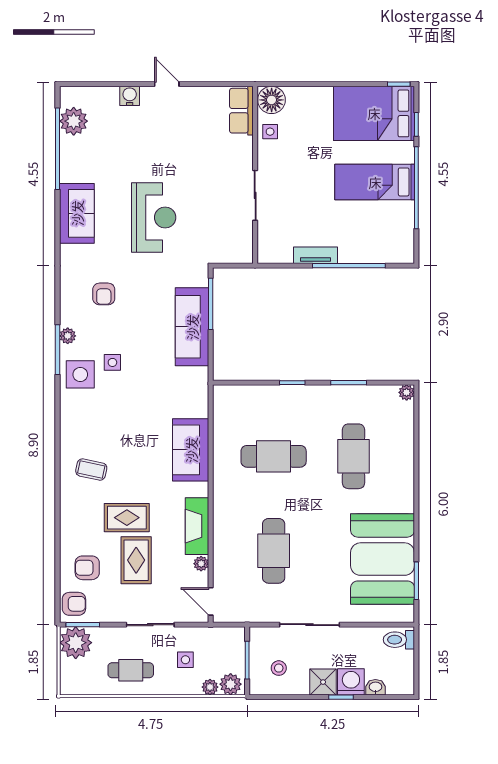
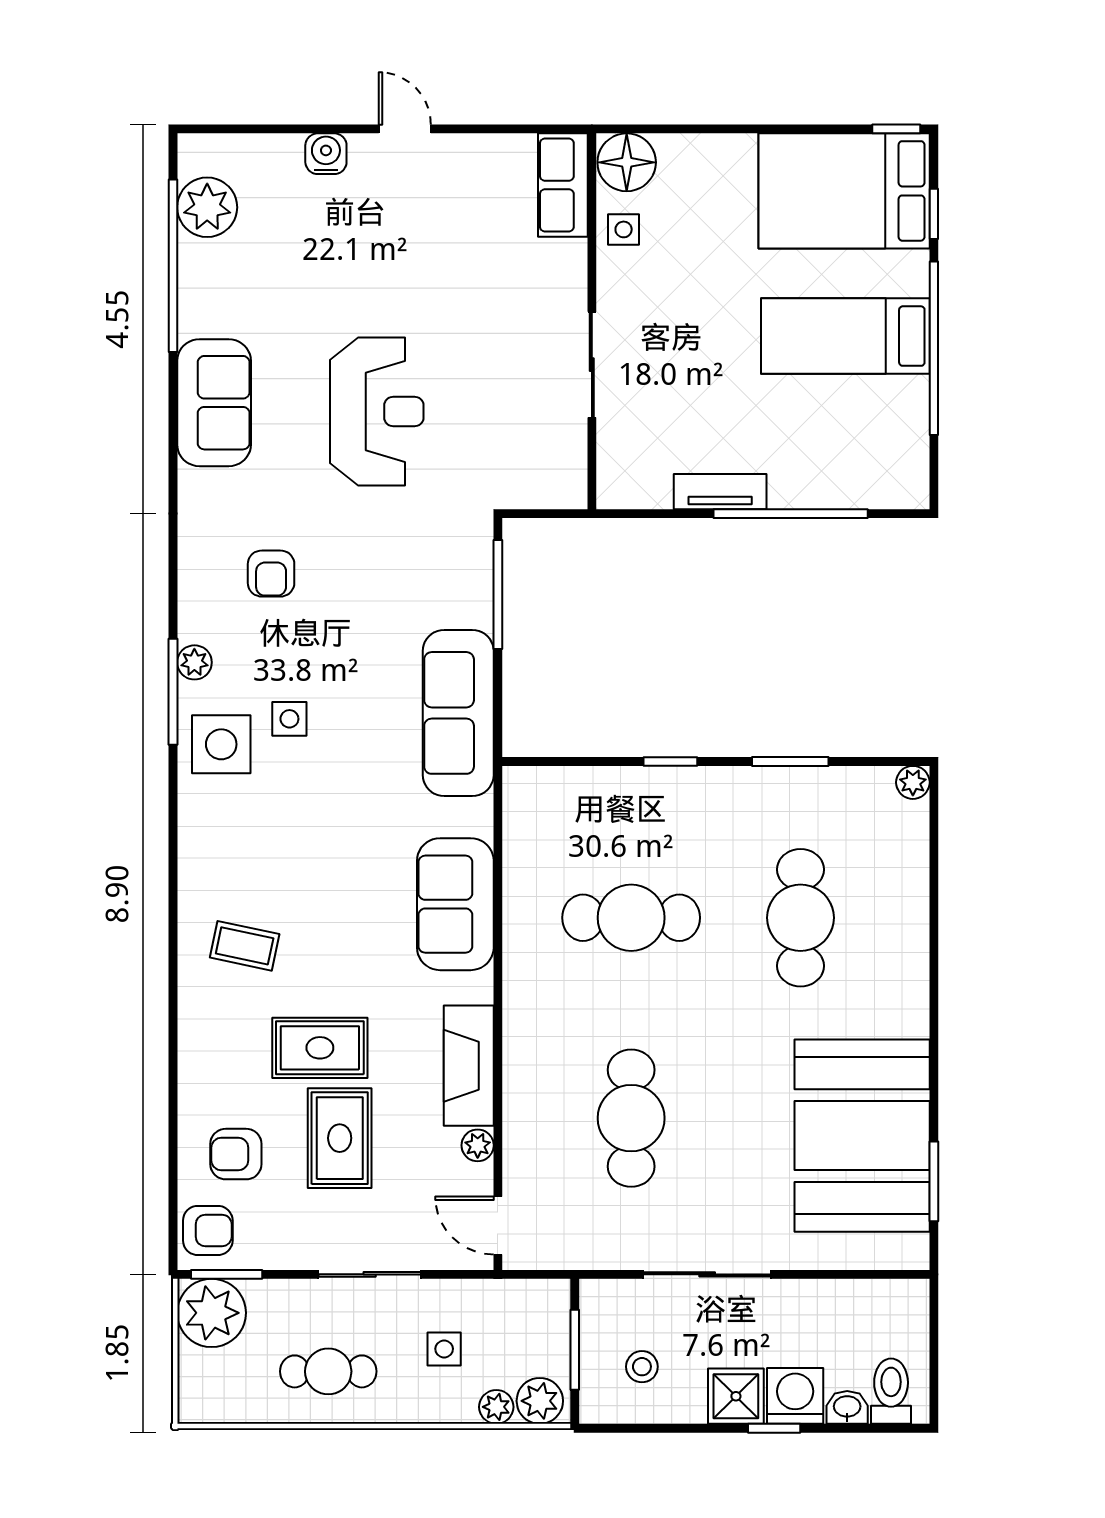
sofa: (192, 327) -> (458, 713), moved
toilet: (399, 640) -> (891, 1391), moved, turned 90

